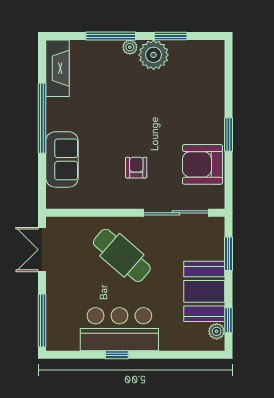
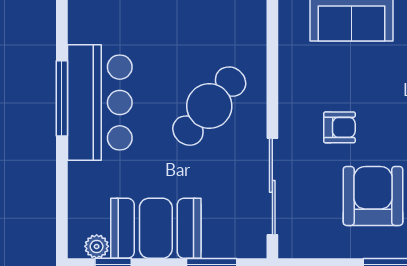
armchair: (203, 164) -> (373, 196), moved
window: (117, 355) -> (62, 98), width x2.17

